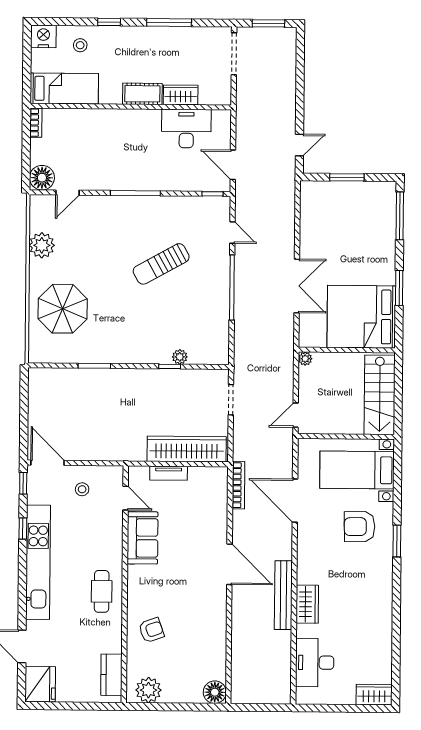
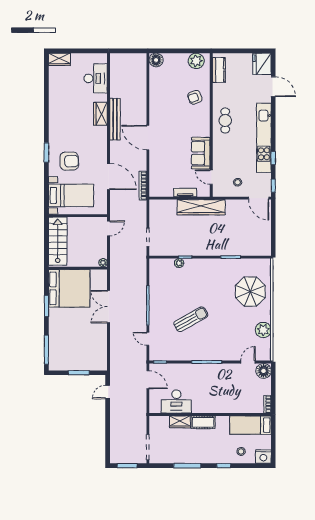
wardrobe: (187, 449) -> (201, 207), moved

